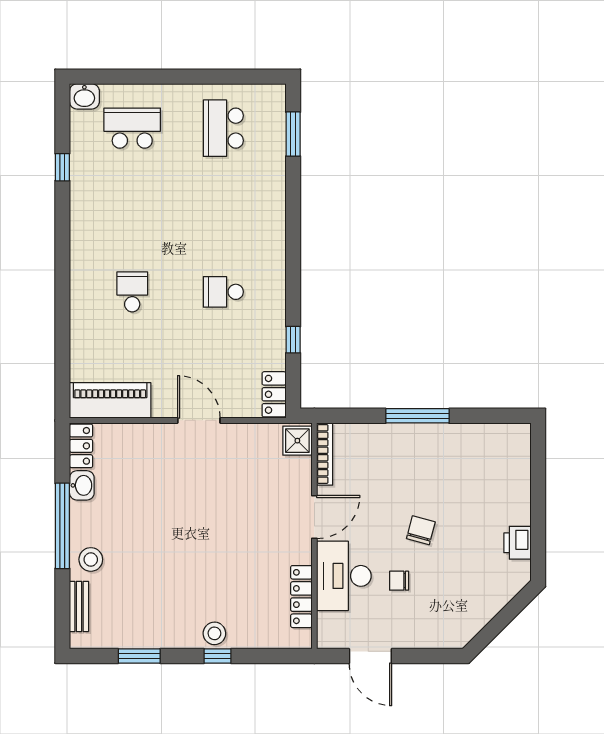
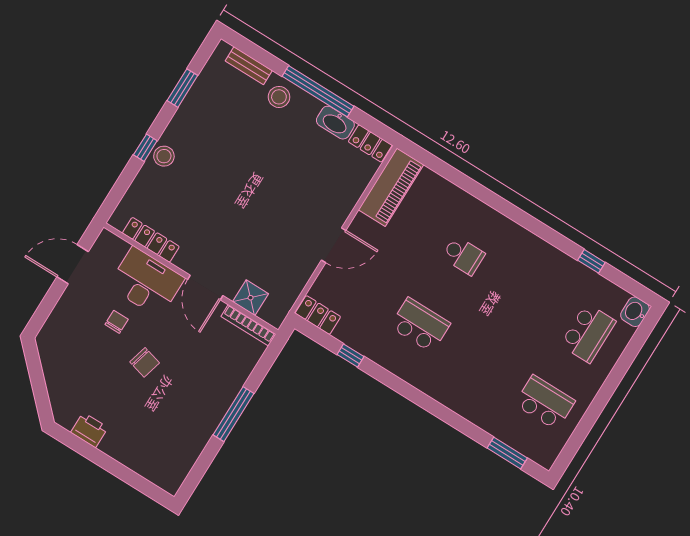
school desk: (223, 292) -> (420, 325), width x1.85
shower: (297, 441) -> (251, 298), moved
washbasin: (82, 485) -> (335, 123), width x1.38

